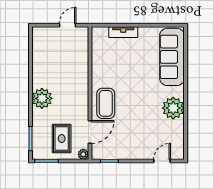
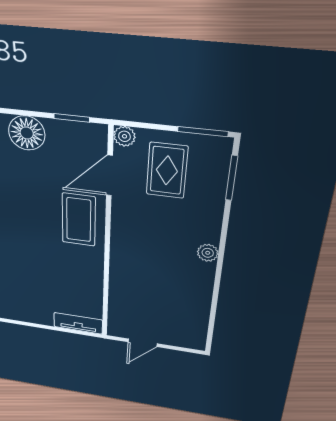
tv unit: (123, 32) -> (78, 323), moved
plant: (42, 98) -> (208, 253), width x0.53, depth x0.53
floor lamp: (132, 150) -> (27, 133), added

